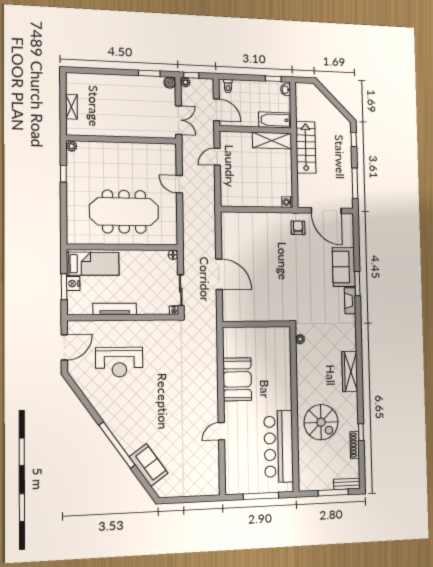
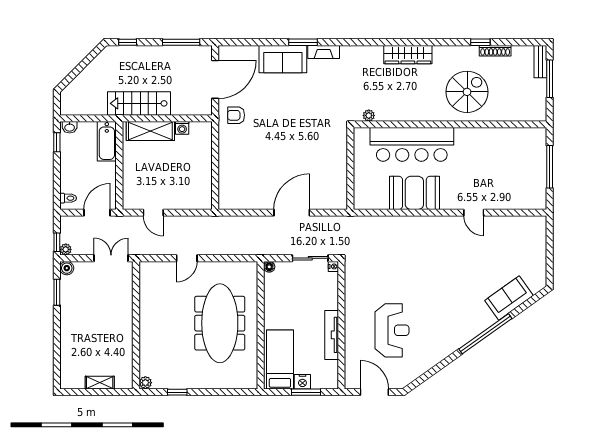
shelving: (272, 141) -> (150, 131), moved, turned 90
washing machine: (287, 202) -> (182, 128), moved
bar counter: (279, 446) -> (412, 144), moved

